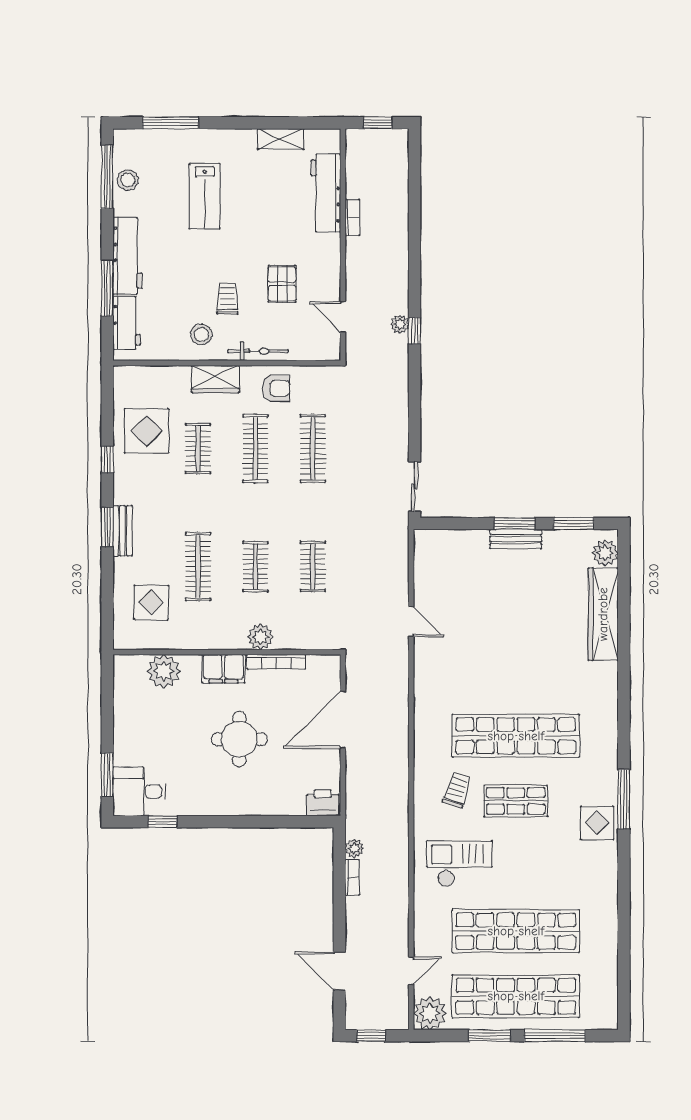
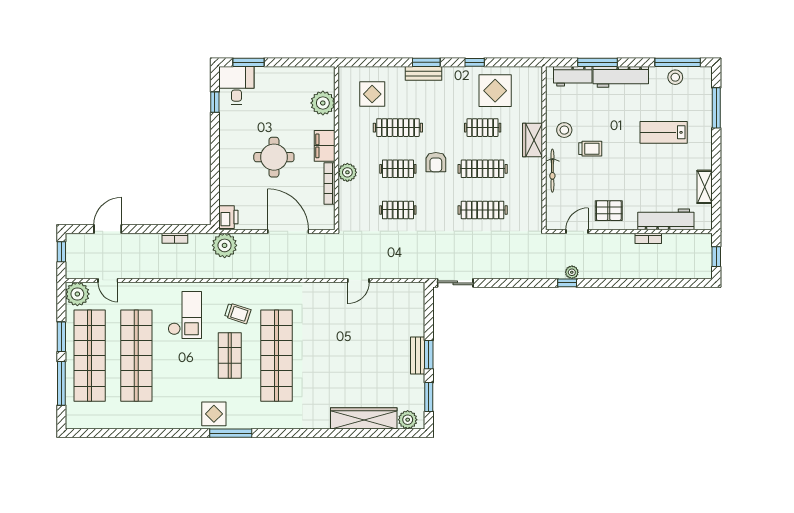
pallet: (282, 284) -> (609, 211), moved
armchair: (276, 388) -> (436, 162), moved
plant: (354, 848) -> (225, 245), moved, width x1.88, depth x1.88

